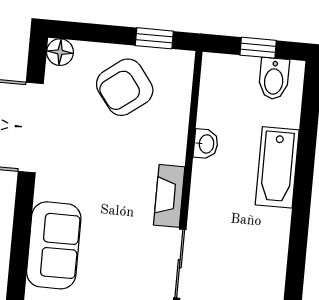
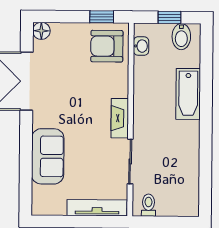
armchair: (125, 87) -> (107, 46), moved, turned 37
washbasin: (206, 144) -> (141, 46), moved

